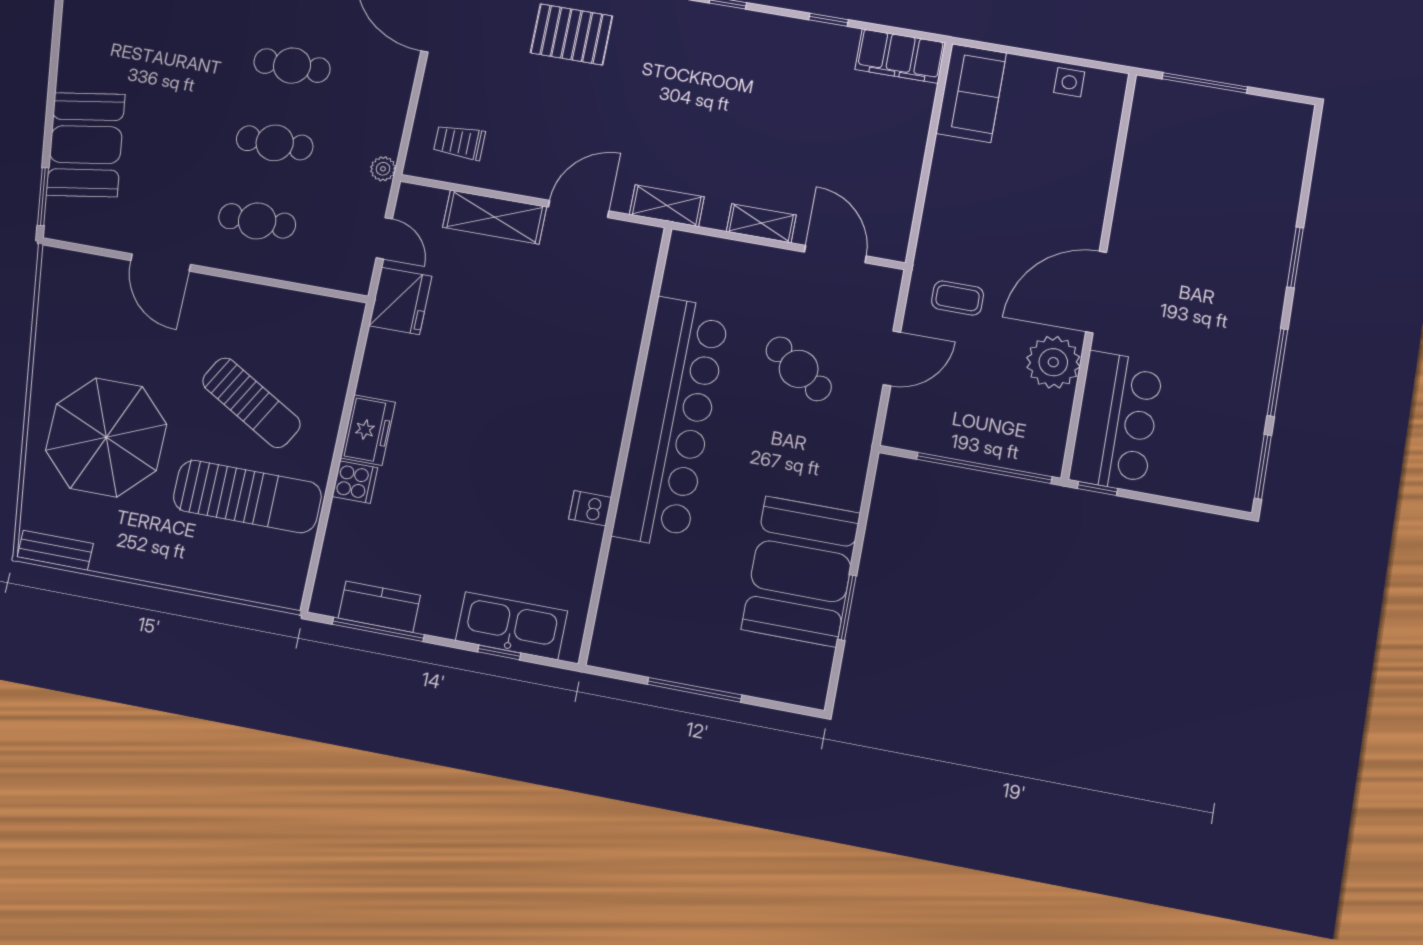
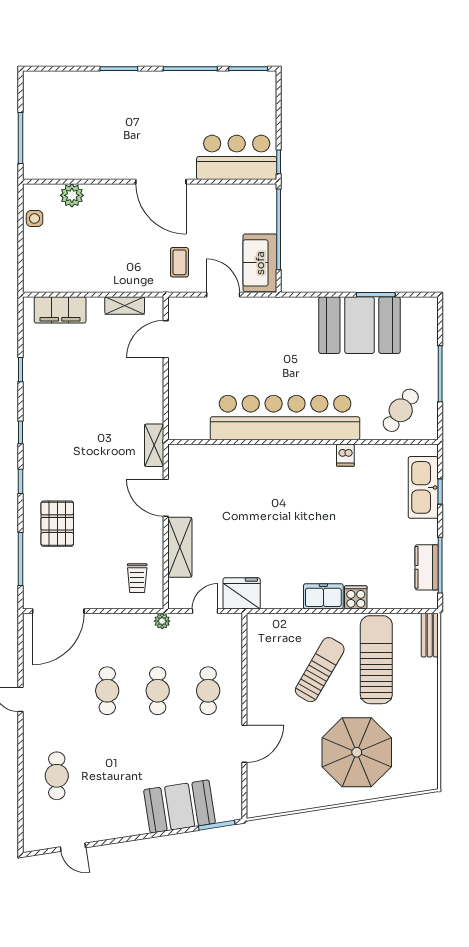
filing cabinet: (900, 56) -> (60, 310), moved, turned 90
sofa: (971, 93) -> (260, 263), moved, turned -90
shelving: (761, 223) -> (125, 305), moved, turned 90
plant: (1053, 362) -> (72, 195), moved, width x0.73, depth x0.73
cafe table: (799, 369) -> (401, 410), moved
bench: (55, 550) -> (430, 635), moved

